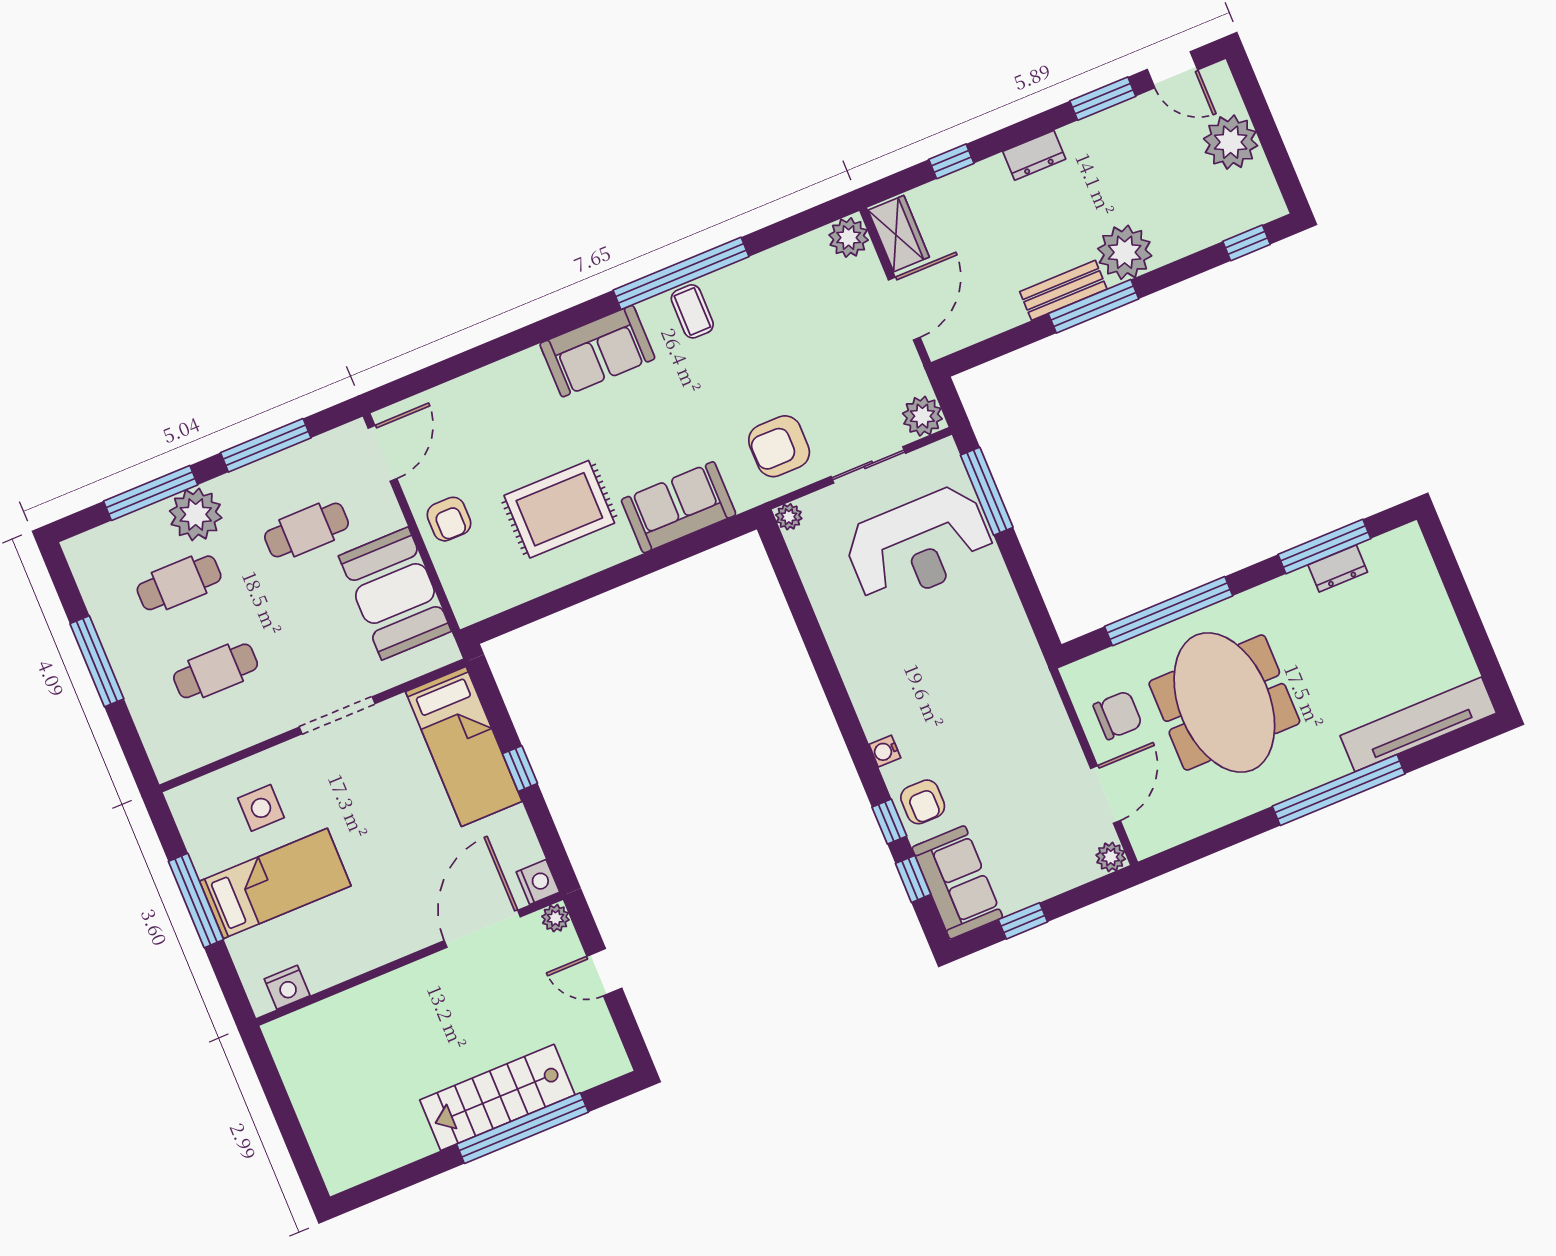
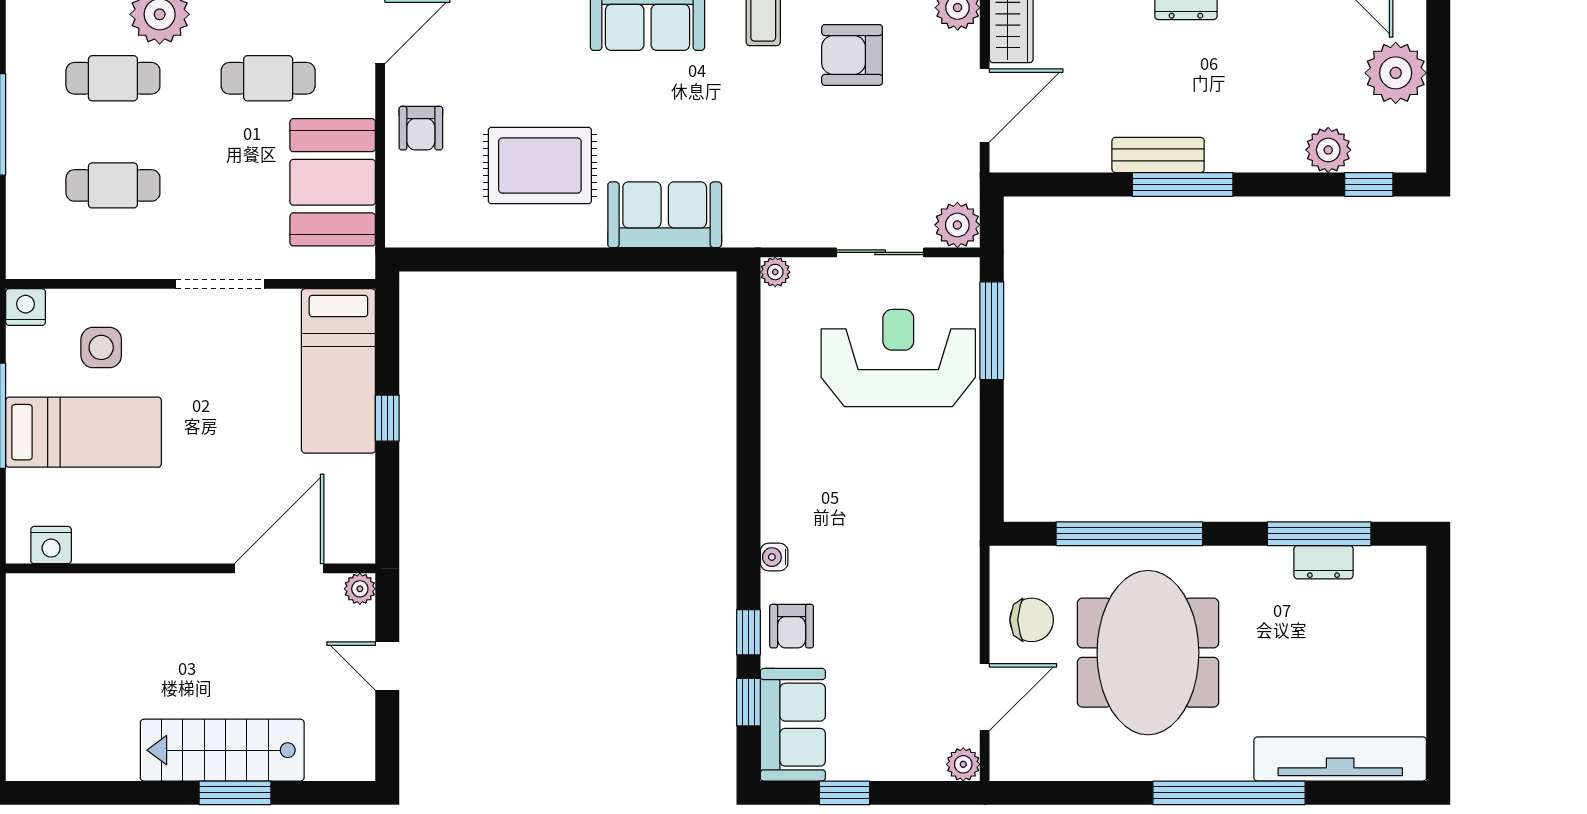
plant: (1125, 252) -> (1328, 150), moved, width x0.73, depth x0.73
armchair: (779, 446) -> (852, 55), moved
reception desk: (919, 545) -> (898, 358), turned 180
nightstand: (538, 882) -> (26, 307), moved, turned -90
window: (522, 1128) -> (235, 793), width x0.47

